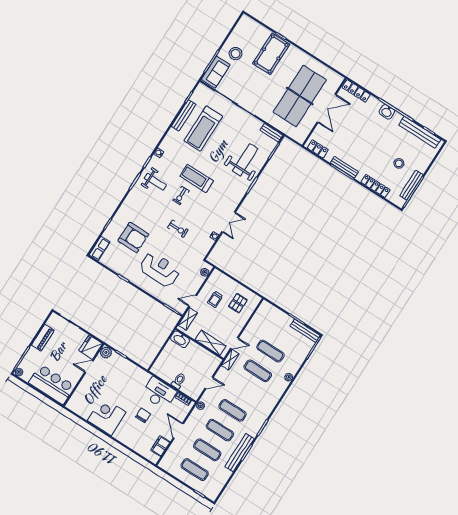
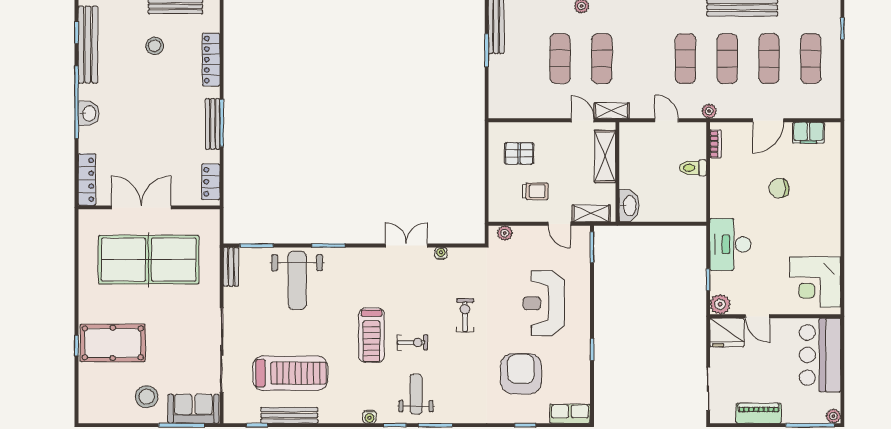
weight bench: (245, 160) -> (297, 280), turned -90
desk: (159, 393) -> (730, 244), moved
corner desk: (107, 416) -> (815, 282), moved

